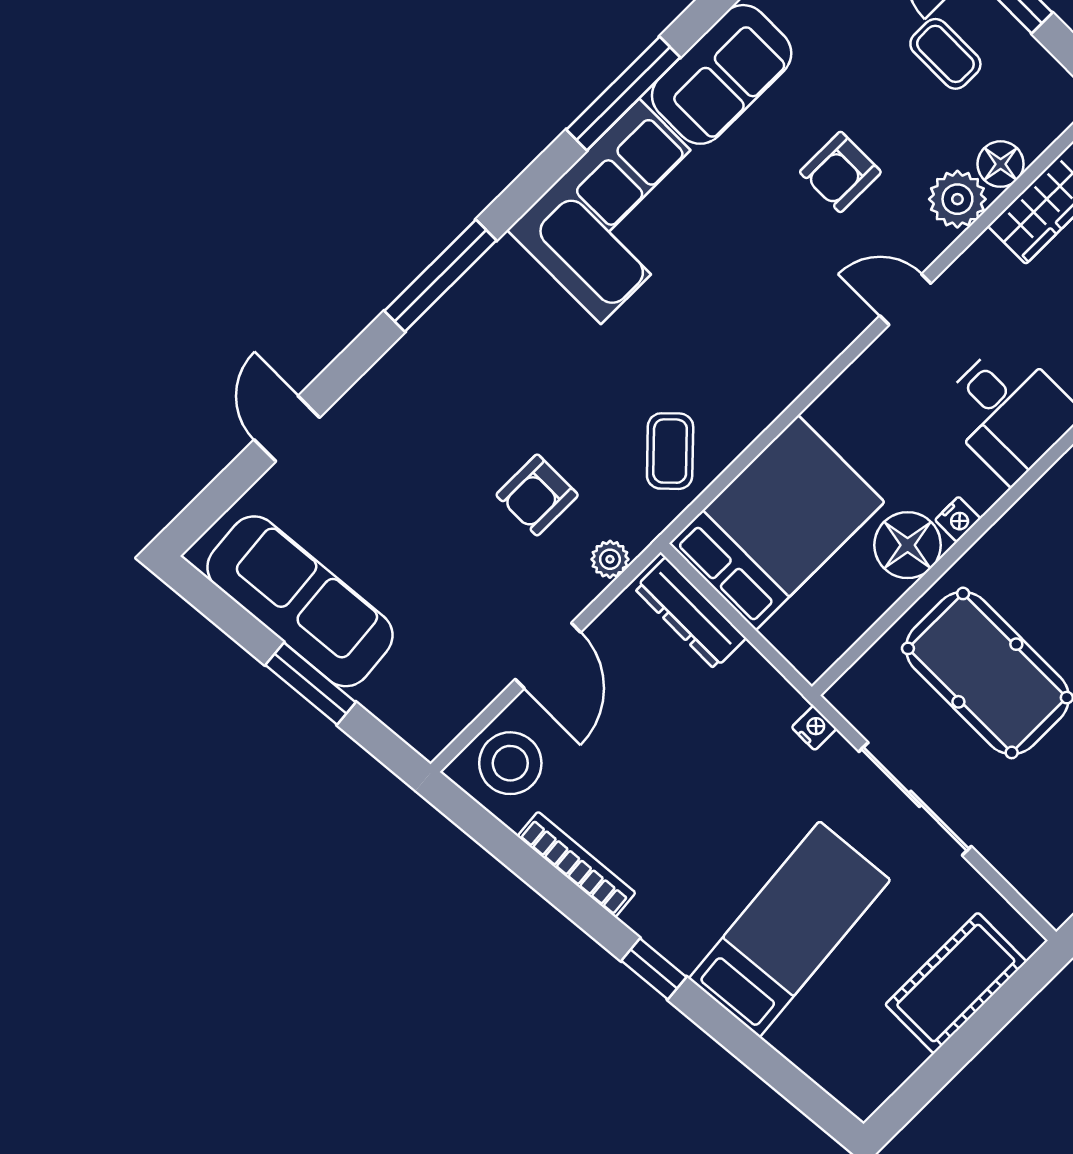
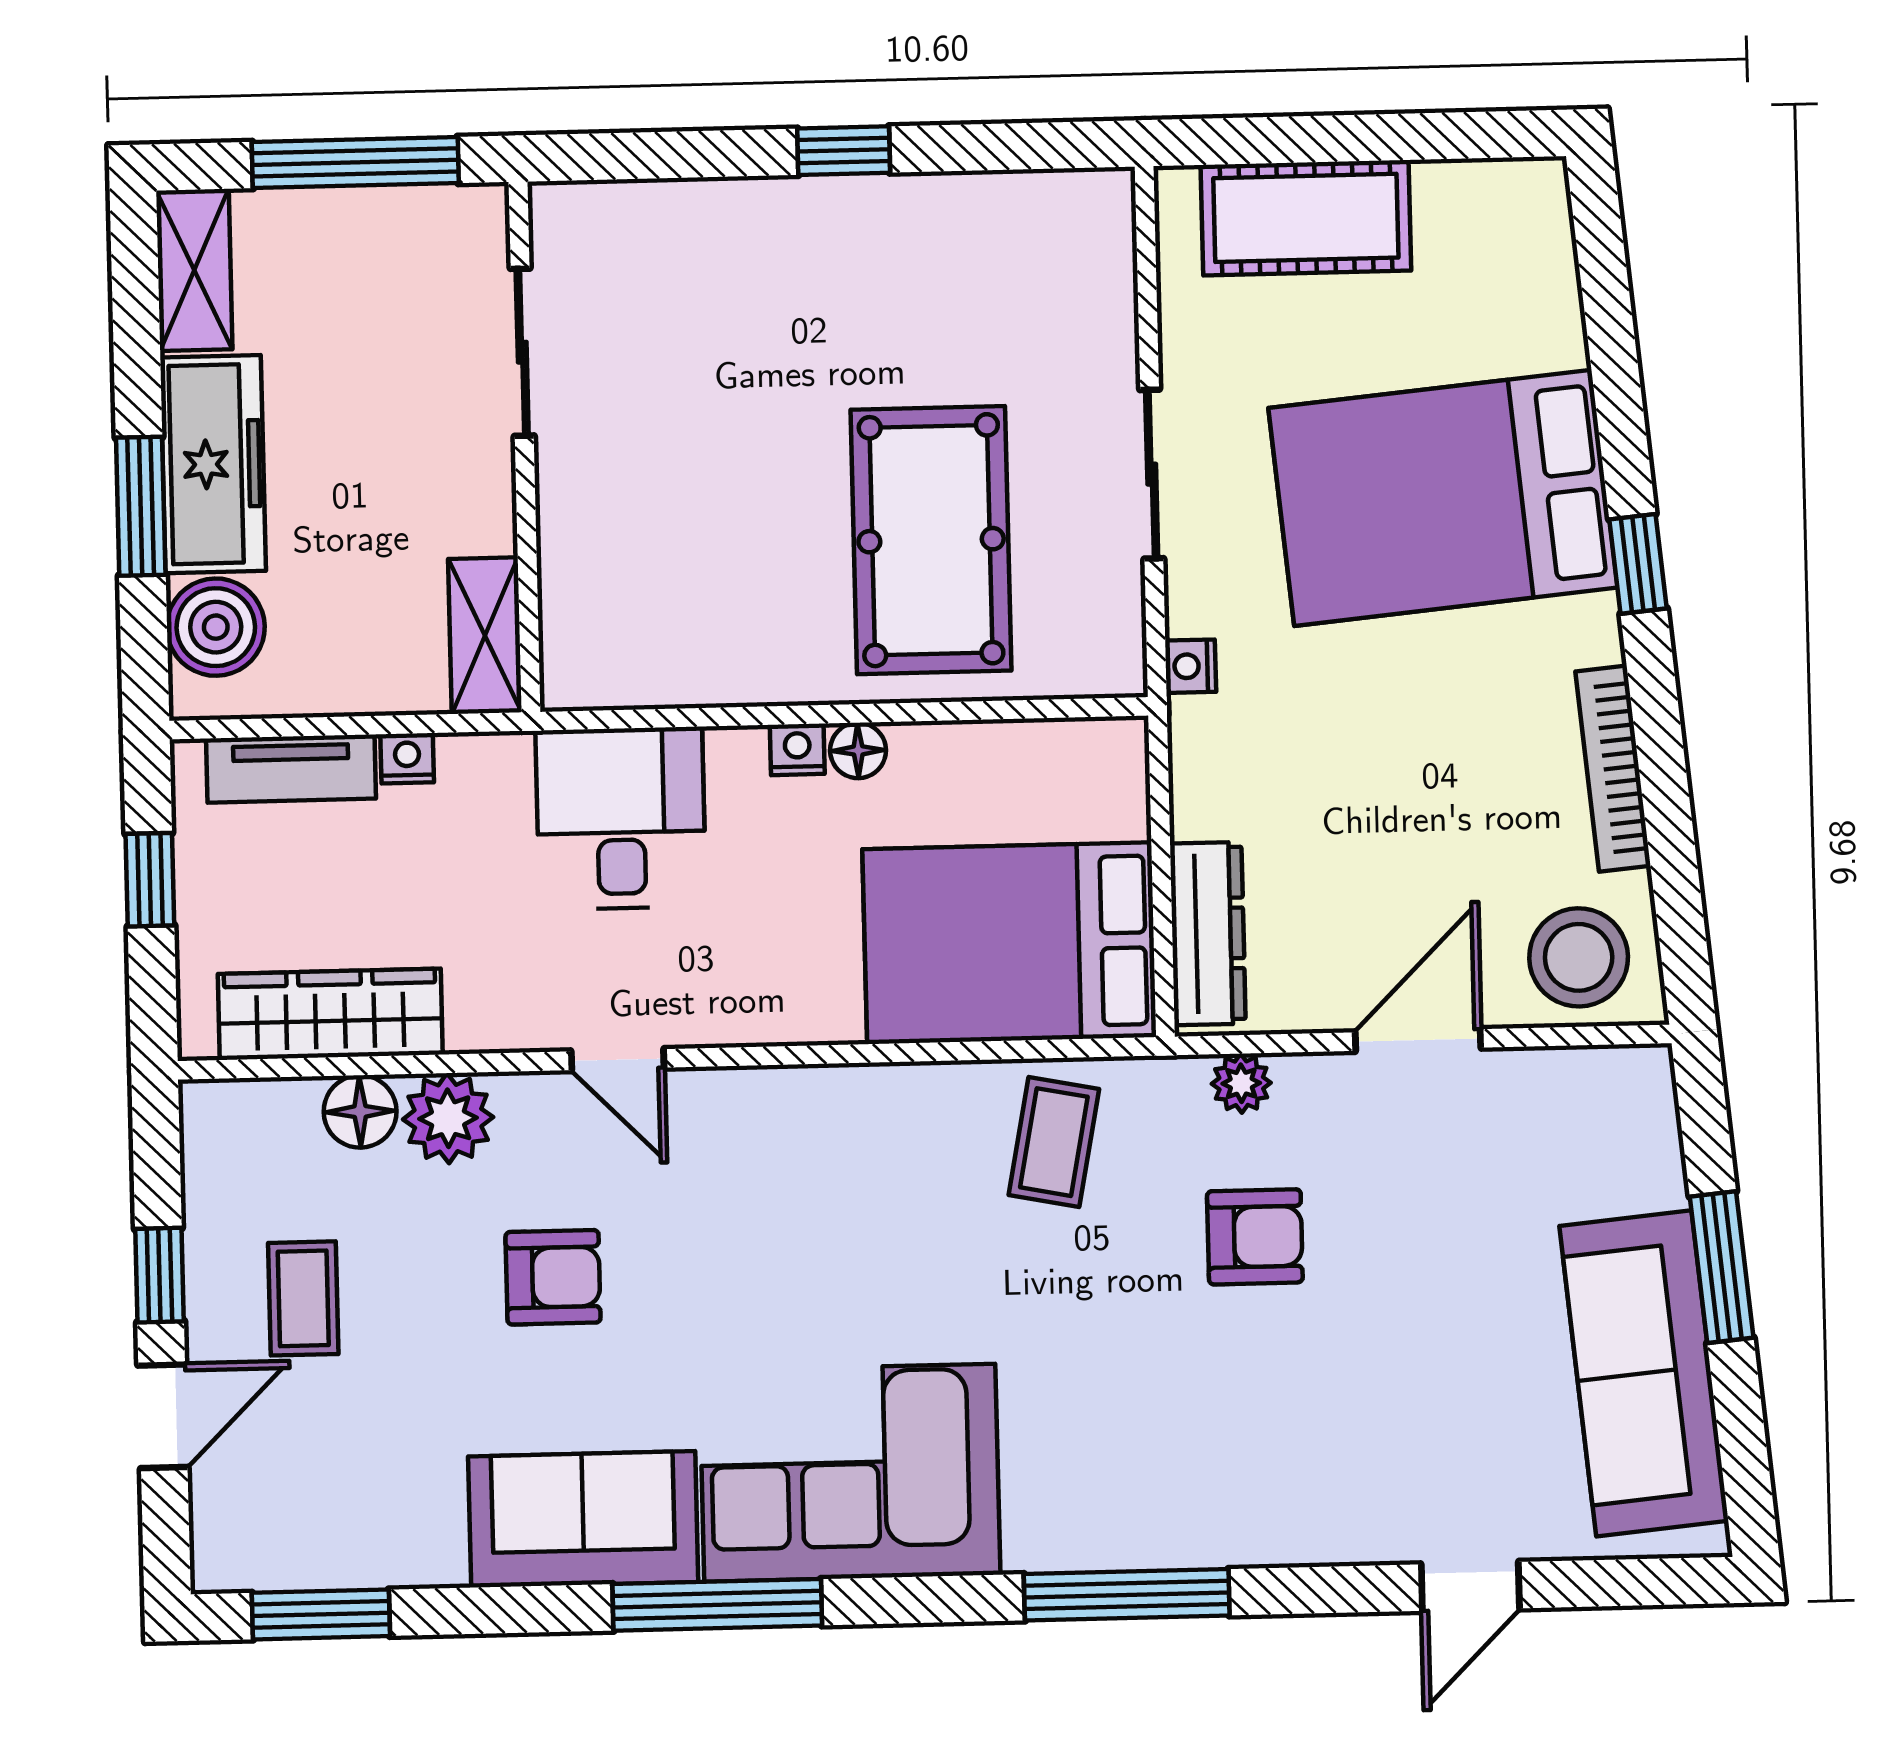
coffee table: (670, 451) -> (1054, 1142), turned -35
floor lamp: (908, 545) -> (858, 750), width x0.53, depth x0.53
sliding door: (915, 799) -> (1152, 474), width x0.73
bed: (789, 929) -> (1443, 498), width x1.50

